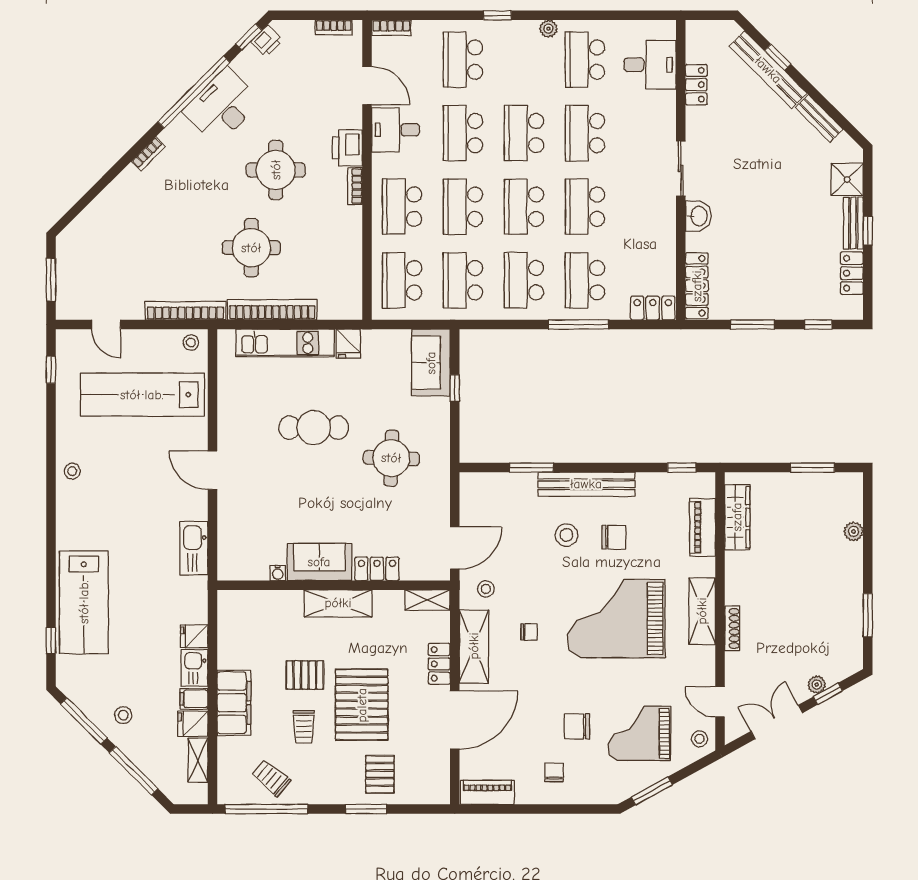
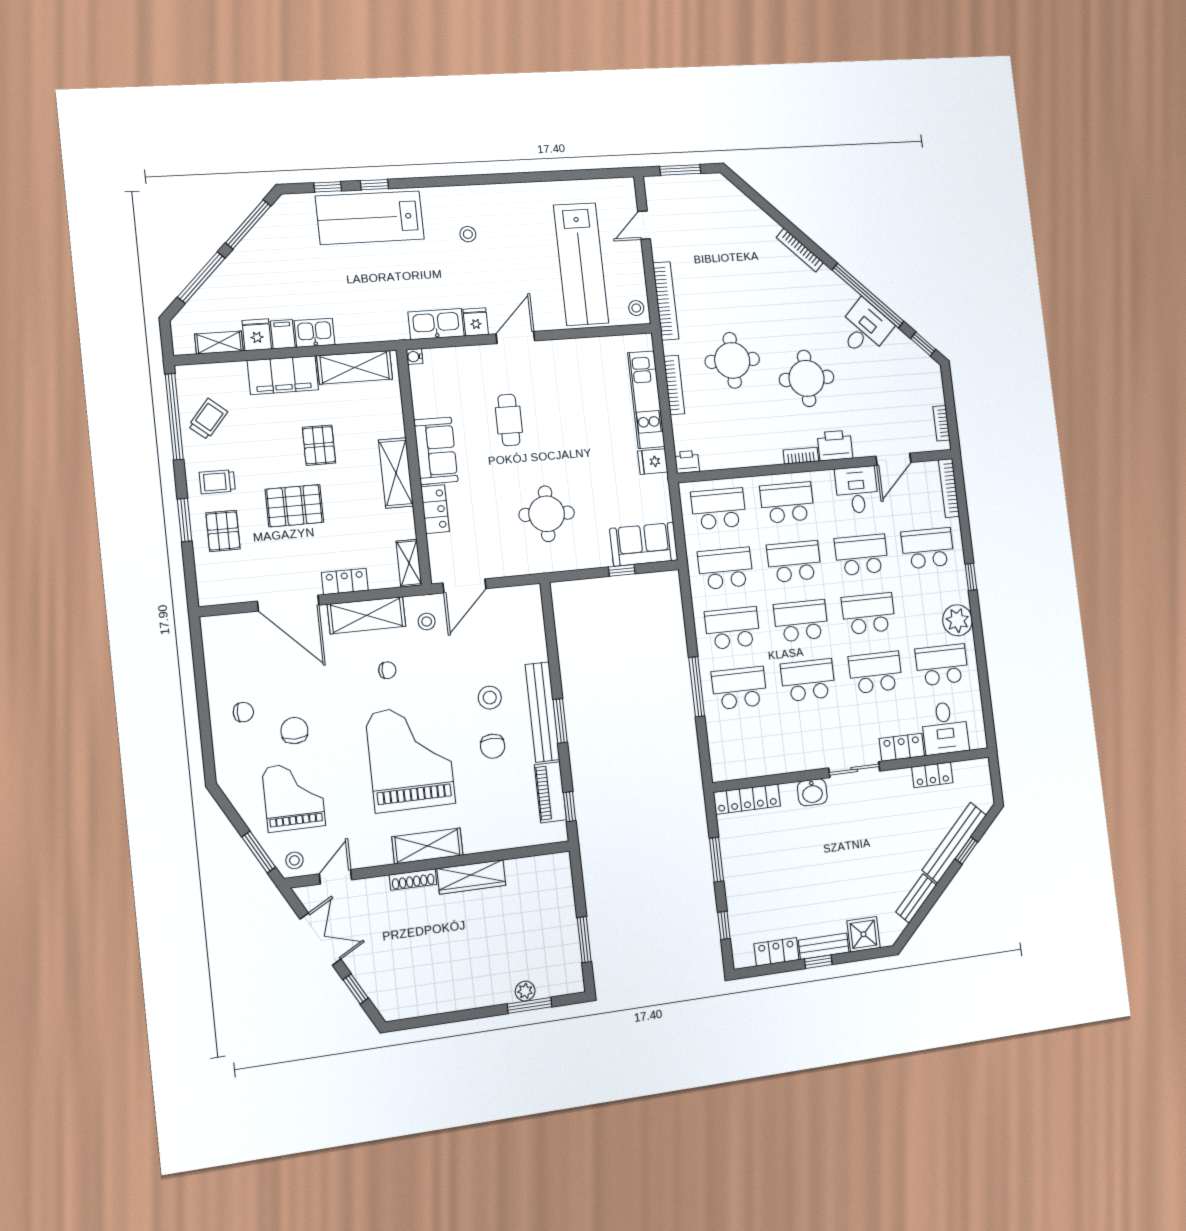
bookcase: (391, 28) -> (949, 488), width x1.56
plant: (548, 29) -> (957, 620), width x1.88, depth x1.88
printer: (267, 41) -> (687, 462), moved, turned 135
desk: (222, 106) -> (864, 329), width x0.73
bookcase: (148, 154) -> (800, 250), width x1.56
locker: (653, 308) -> (902, 747), moved, turned -90
bookcase: (272, 310) -> (674, 385), width x0.68, depth x0.76
window: (51, 370) -> (374, 185), moved
lab bench: (142, 395) -> (581, 264), turned 180
cafe table: (314, 428) -> (509, 420), moved, width x0.73, depth x0.74
window: (531, 468) -> (560, 721), moved
stool: (72, 471) -> (468, 234), moved
wardrobe: (737, 517) -> (471, 877), moved
piano: (703, 527) -> (550, 792), moved, turned -90
door: (455, 548) -> (464, 586), hinge flipped
water cooler: (278, 573) -> (414, 357), moved
window: (868, 615) -> (530, 1005), moved
chair: (529, 632) -> (387, 670), turned -90
shelving: (231, 633) -> (355, 367), added
fridge: (194, 636) -> (476, 322), moved
plant: (817, 685) -> (364, 976), removed
pallet: (362, 705) -> (294, 506), width x0.73, depth x0.71
stool: (123, 715) -> (258, 264), removed
trolley: (304, 727) -> (217, 482), moved
pallet: (380, 774) -> (223, 531), turned 90
window: (652, 791) -> (259, 852), moved
piano: (487, 792) -> (215, 645), removed

